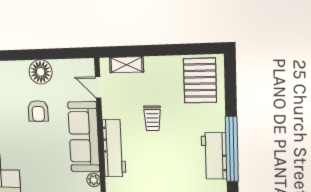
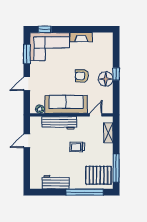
window: (186, 49) -> (116, 168), added
window: (32, 55) -> (116, 74), added
window: (232, 149) -> (85, 192), moved

